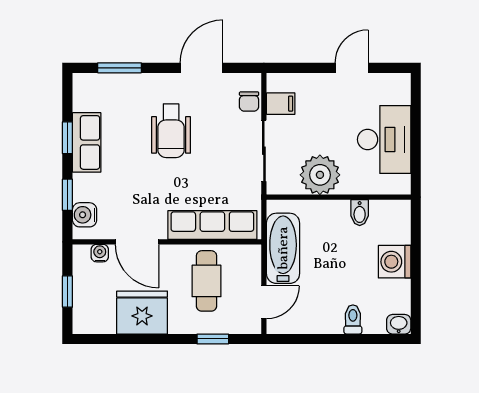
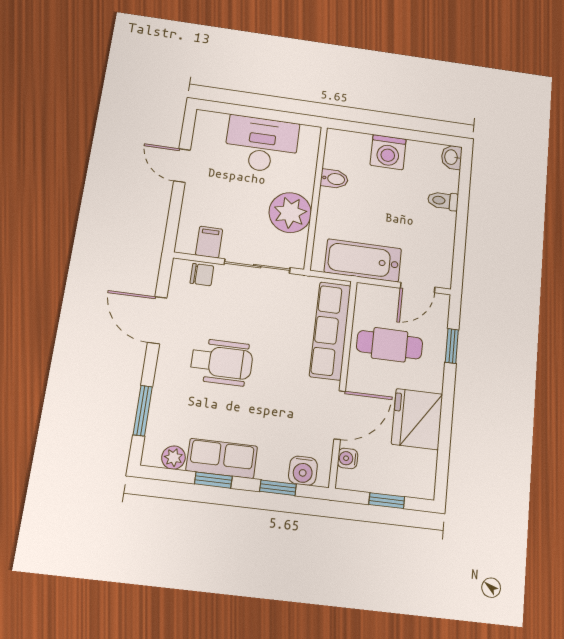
plant: (83, 101) -> (173, 458), added
door: (264, 302) -> (418, 288), swing flipped

